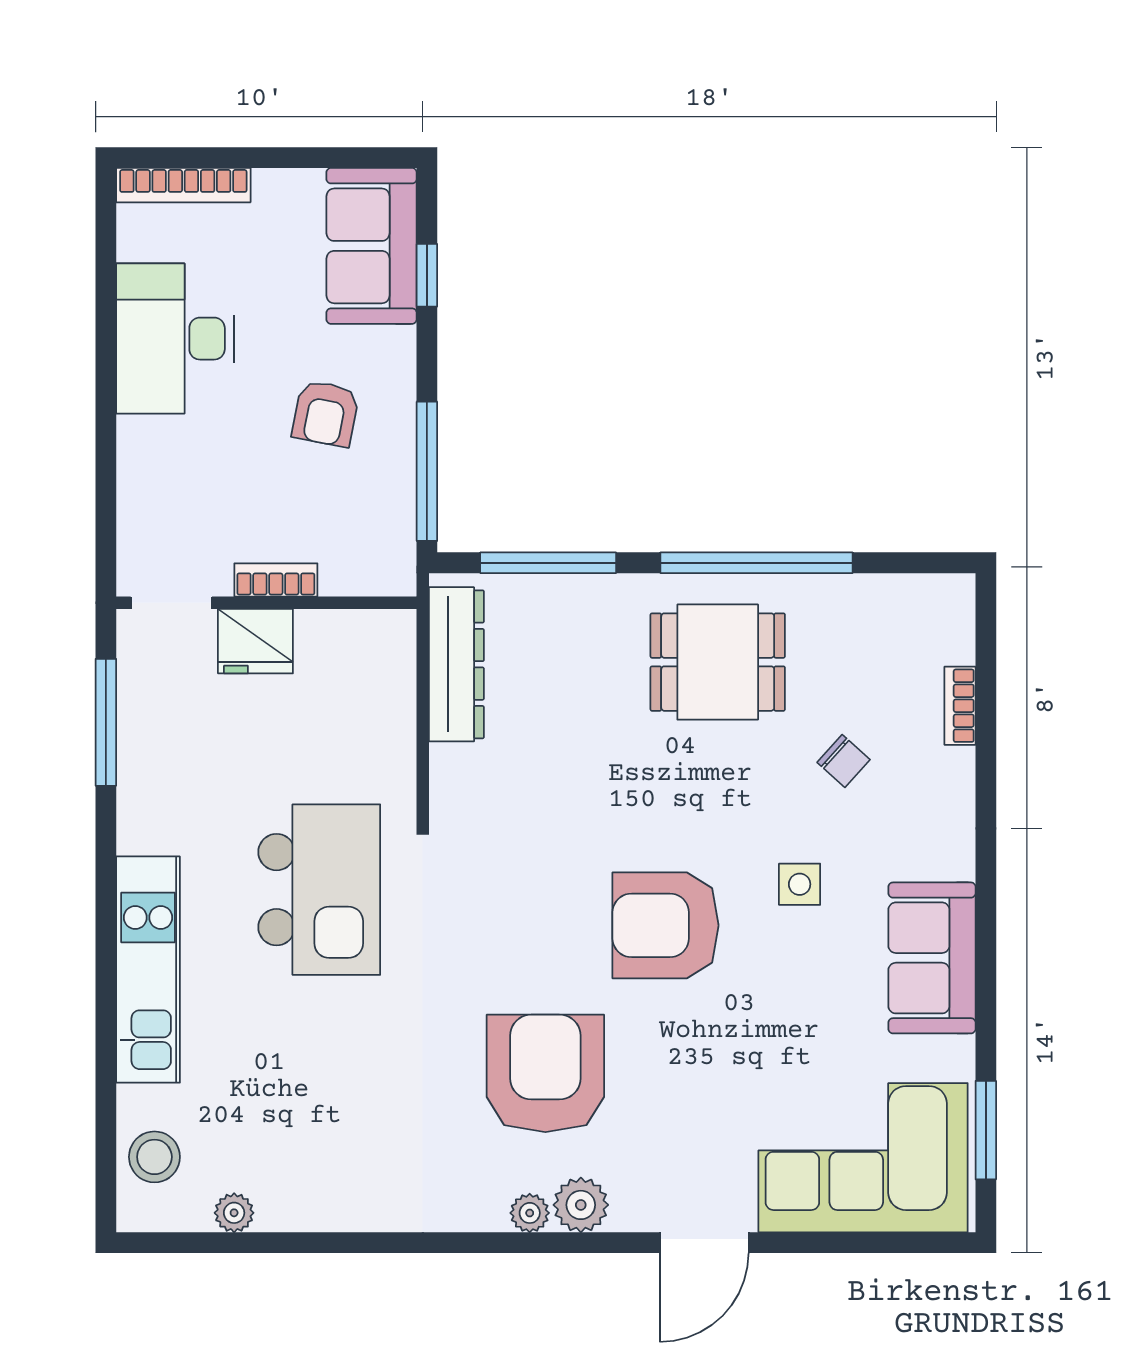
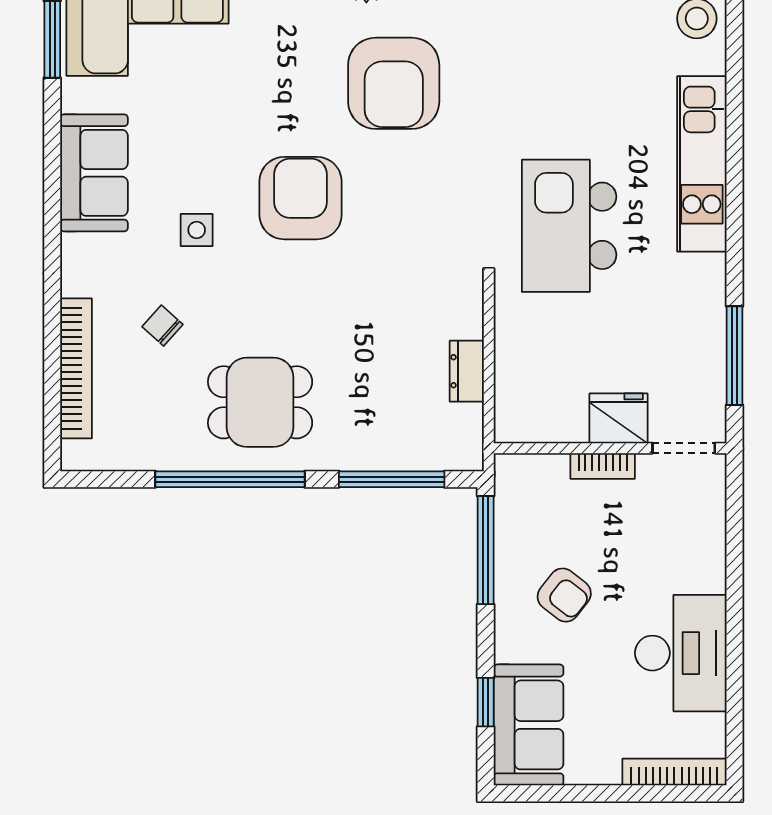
armchair: (326, 413) -> (564, 595), turned 117
dresser: (456, 664) -> (467, 371), width x0.51, depth x0.80
bookcase: (960, 706) -> (76, 368), width x2.31, depth x1.31
armchair: (666, 925) -> (301, 198), turned -90

